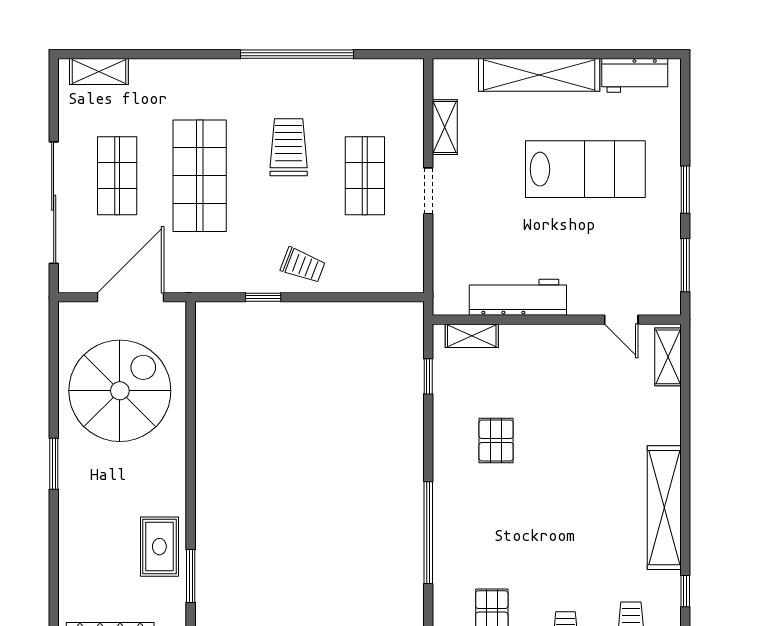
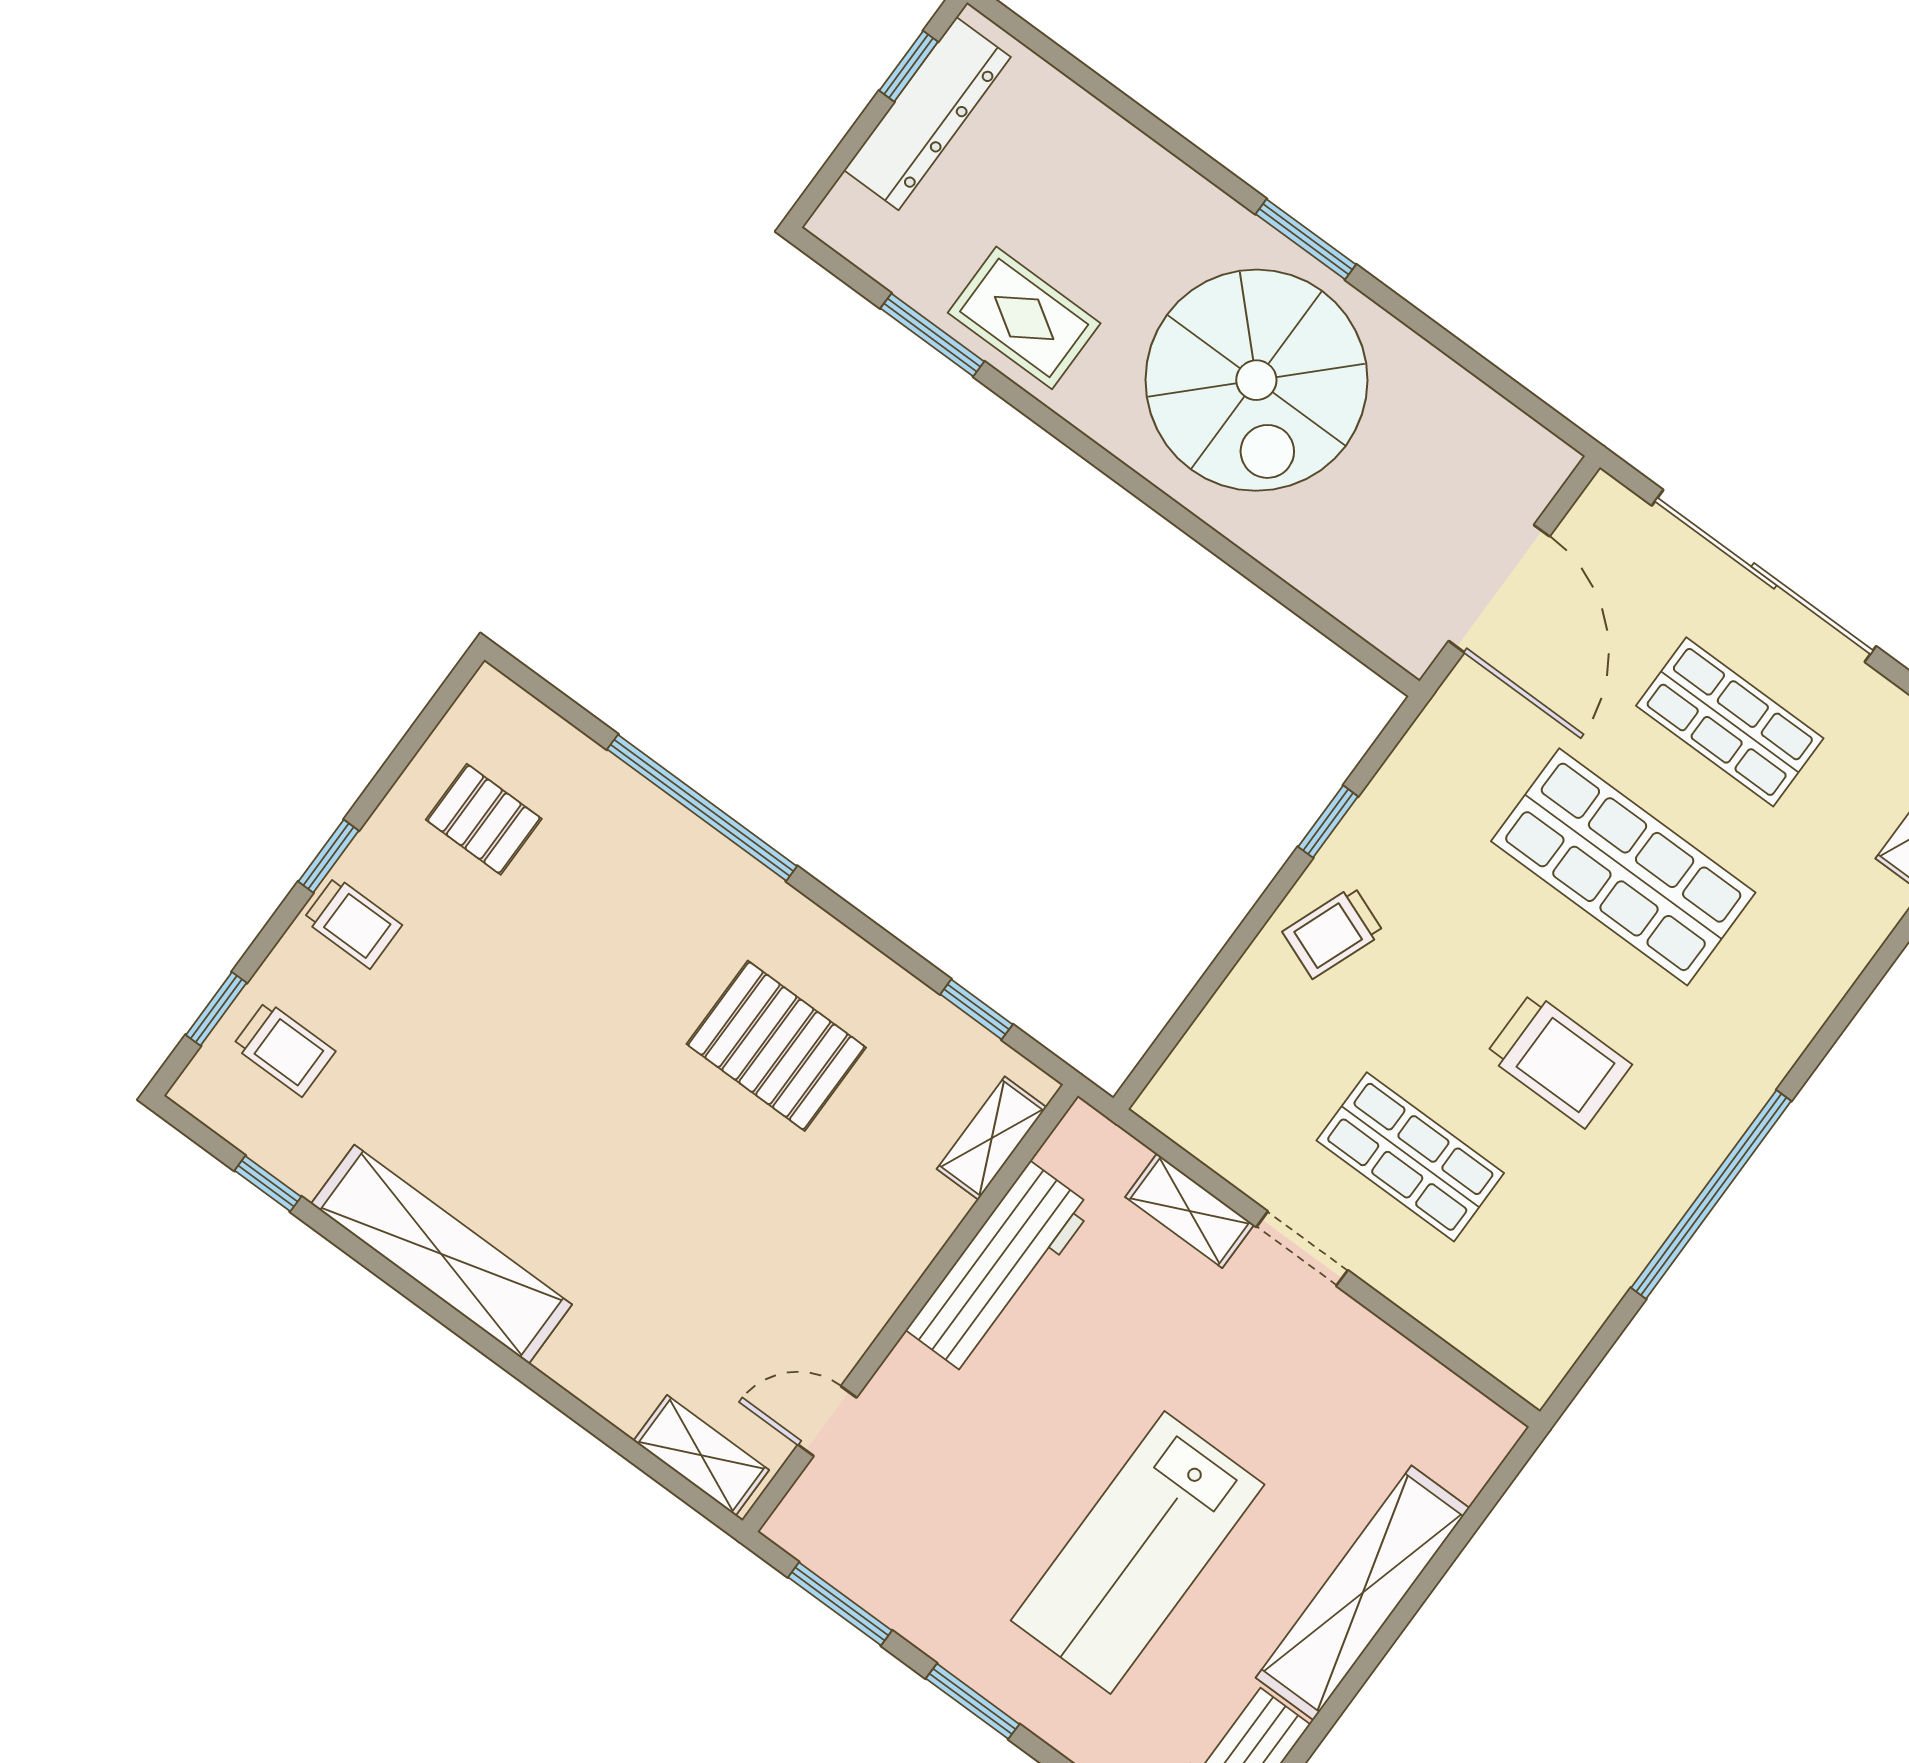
shelving: (445, 127) -> (1190, 1211), moved
spiral stairs: (120, 391) -> (1256, 380), moved
pallet: (496, 440) -> (776, 1046), width x1.50, depth x1.42

